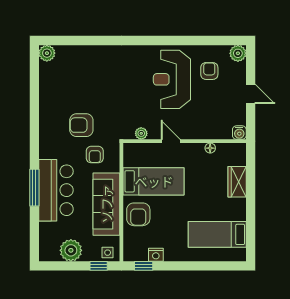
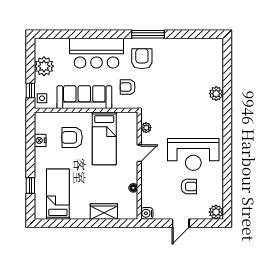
plant: (47, 53) -> (216, 94), moved
armchair: (209, 71) -> (189, 187), moved
reception desk: (172, 79) -> (193, 154), turned 180
armchair: (81, 125) -> (142, 59), moved
window: (34, 188) -> (148, 34), moved
armchair: (138, 214) -> (72, 137), moved
window: (144, 266) -> (30, 186), moved

